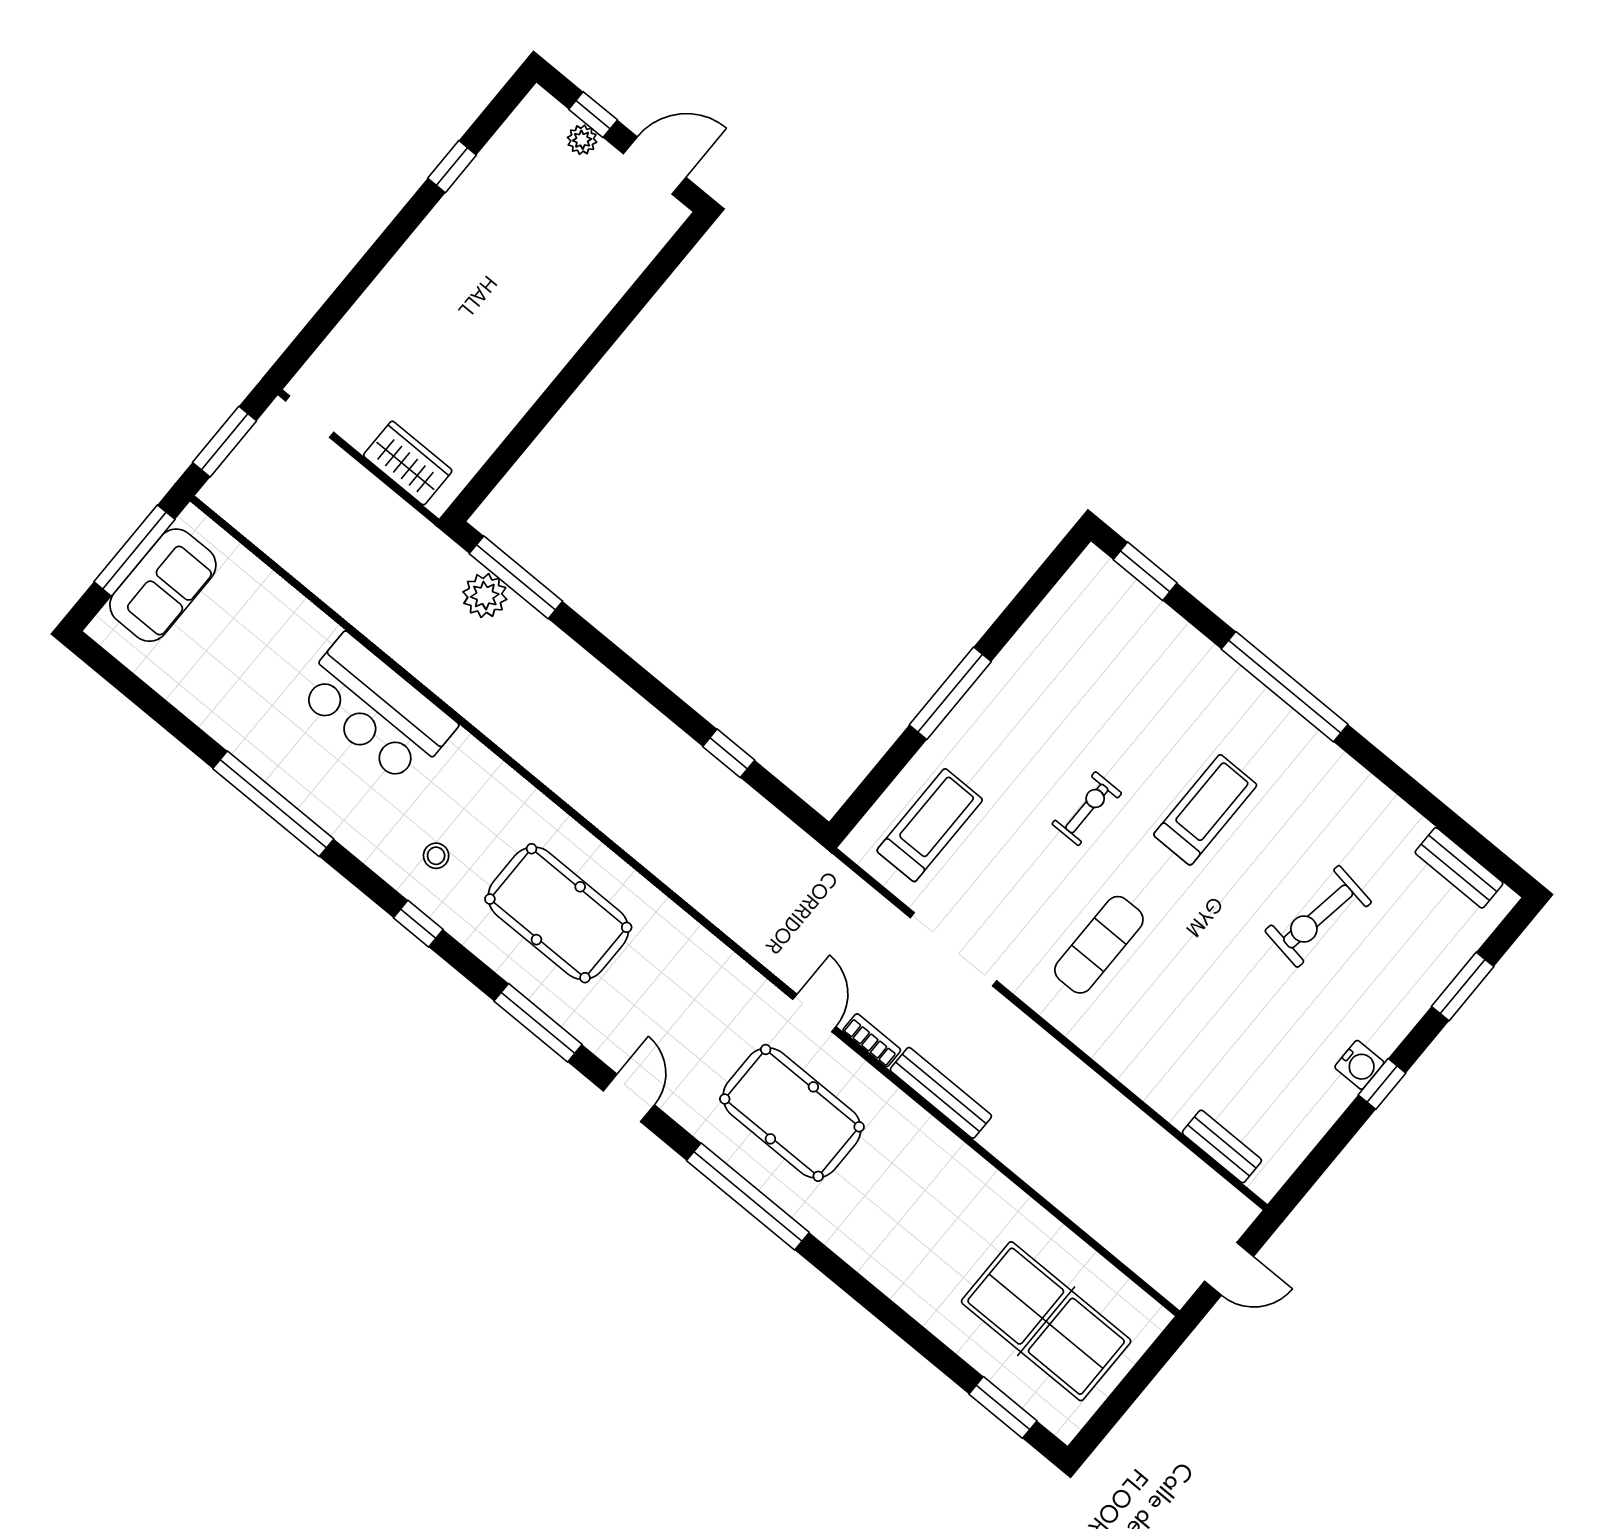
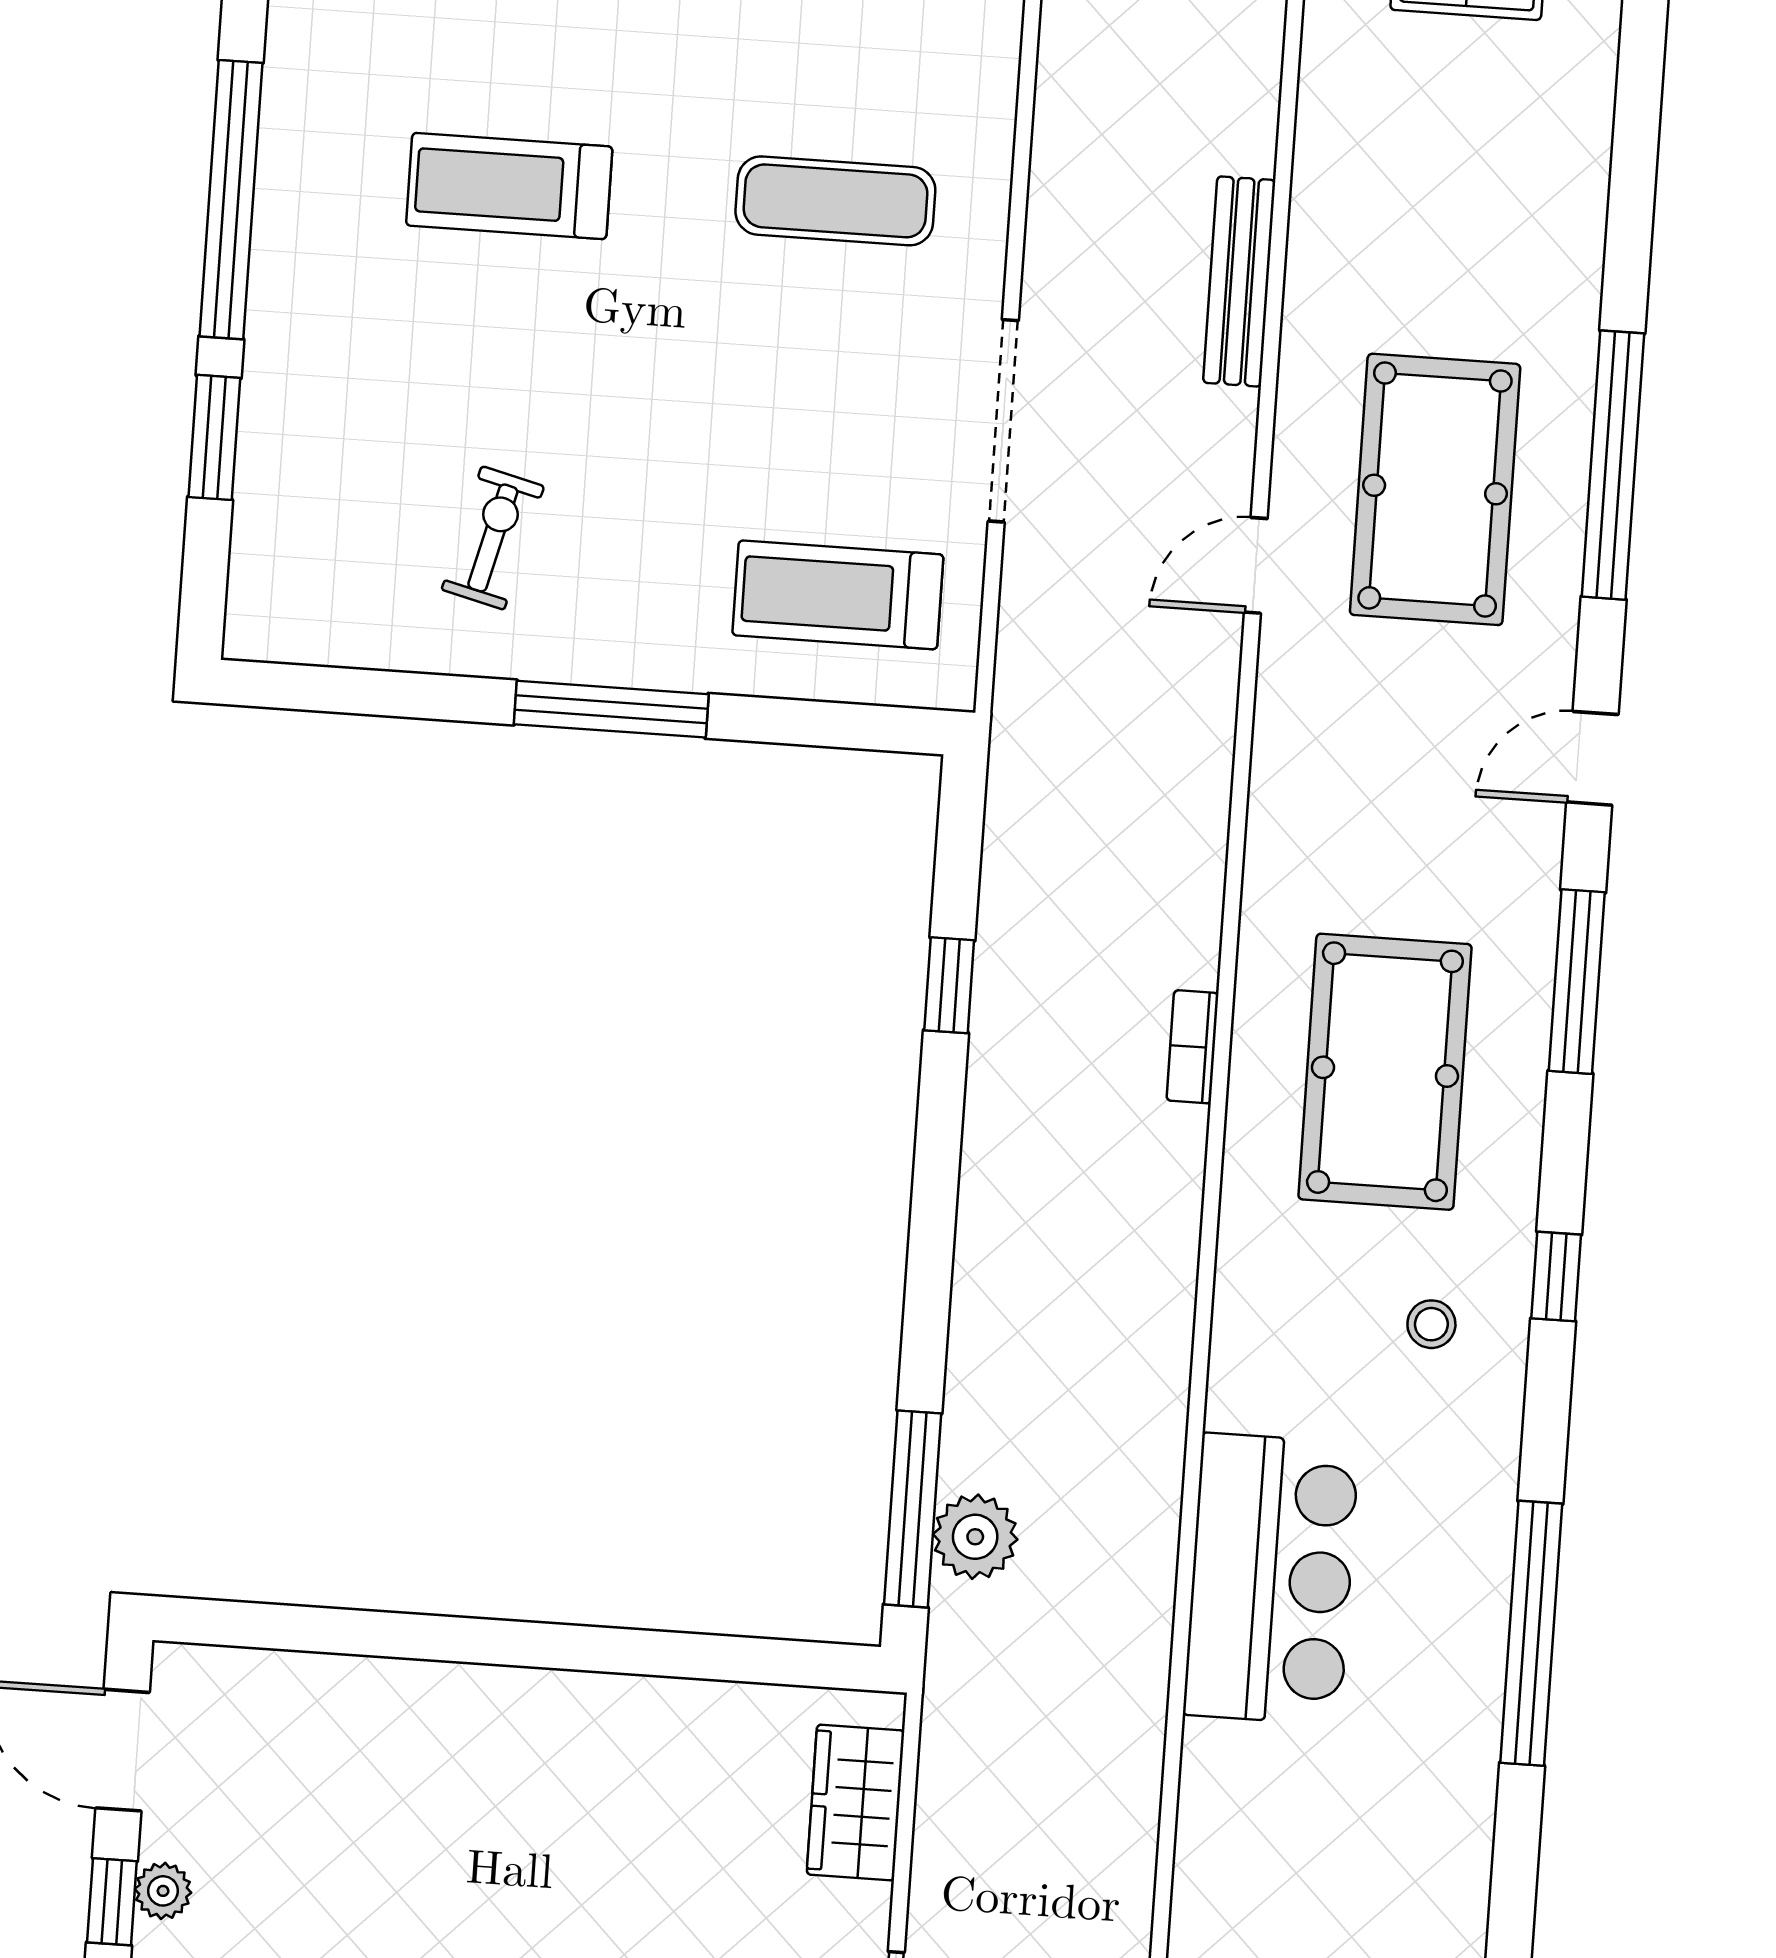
window: (1145, 571) -> (214, 437), moved
exercise bike: (1087, 809) -> (493, 538), moved, turned 104
bookcase: (872, 1040) -> (1193, 1047), moved

